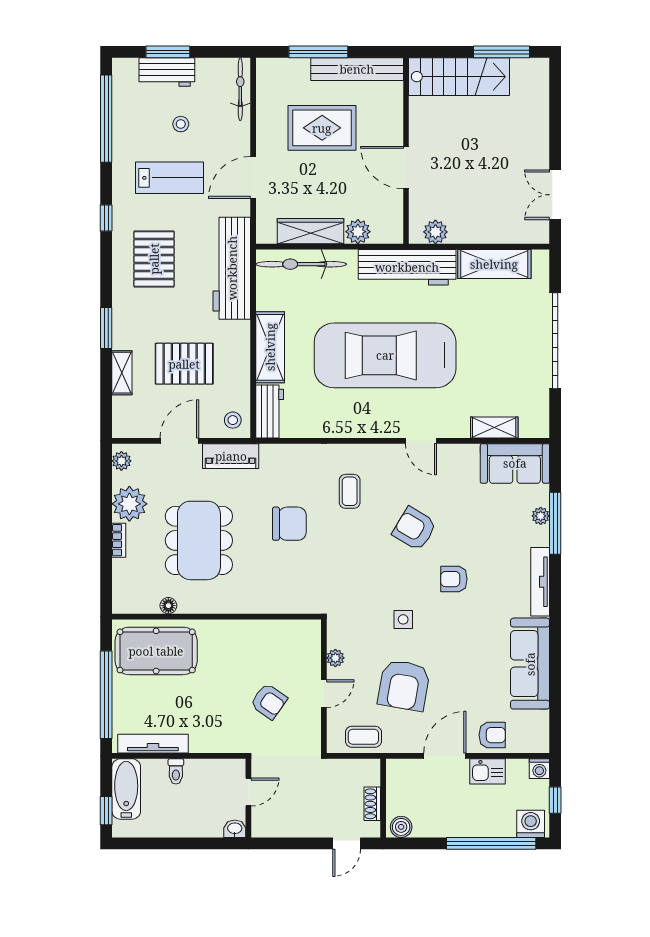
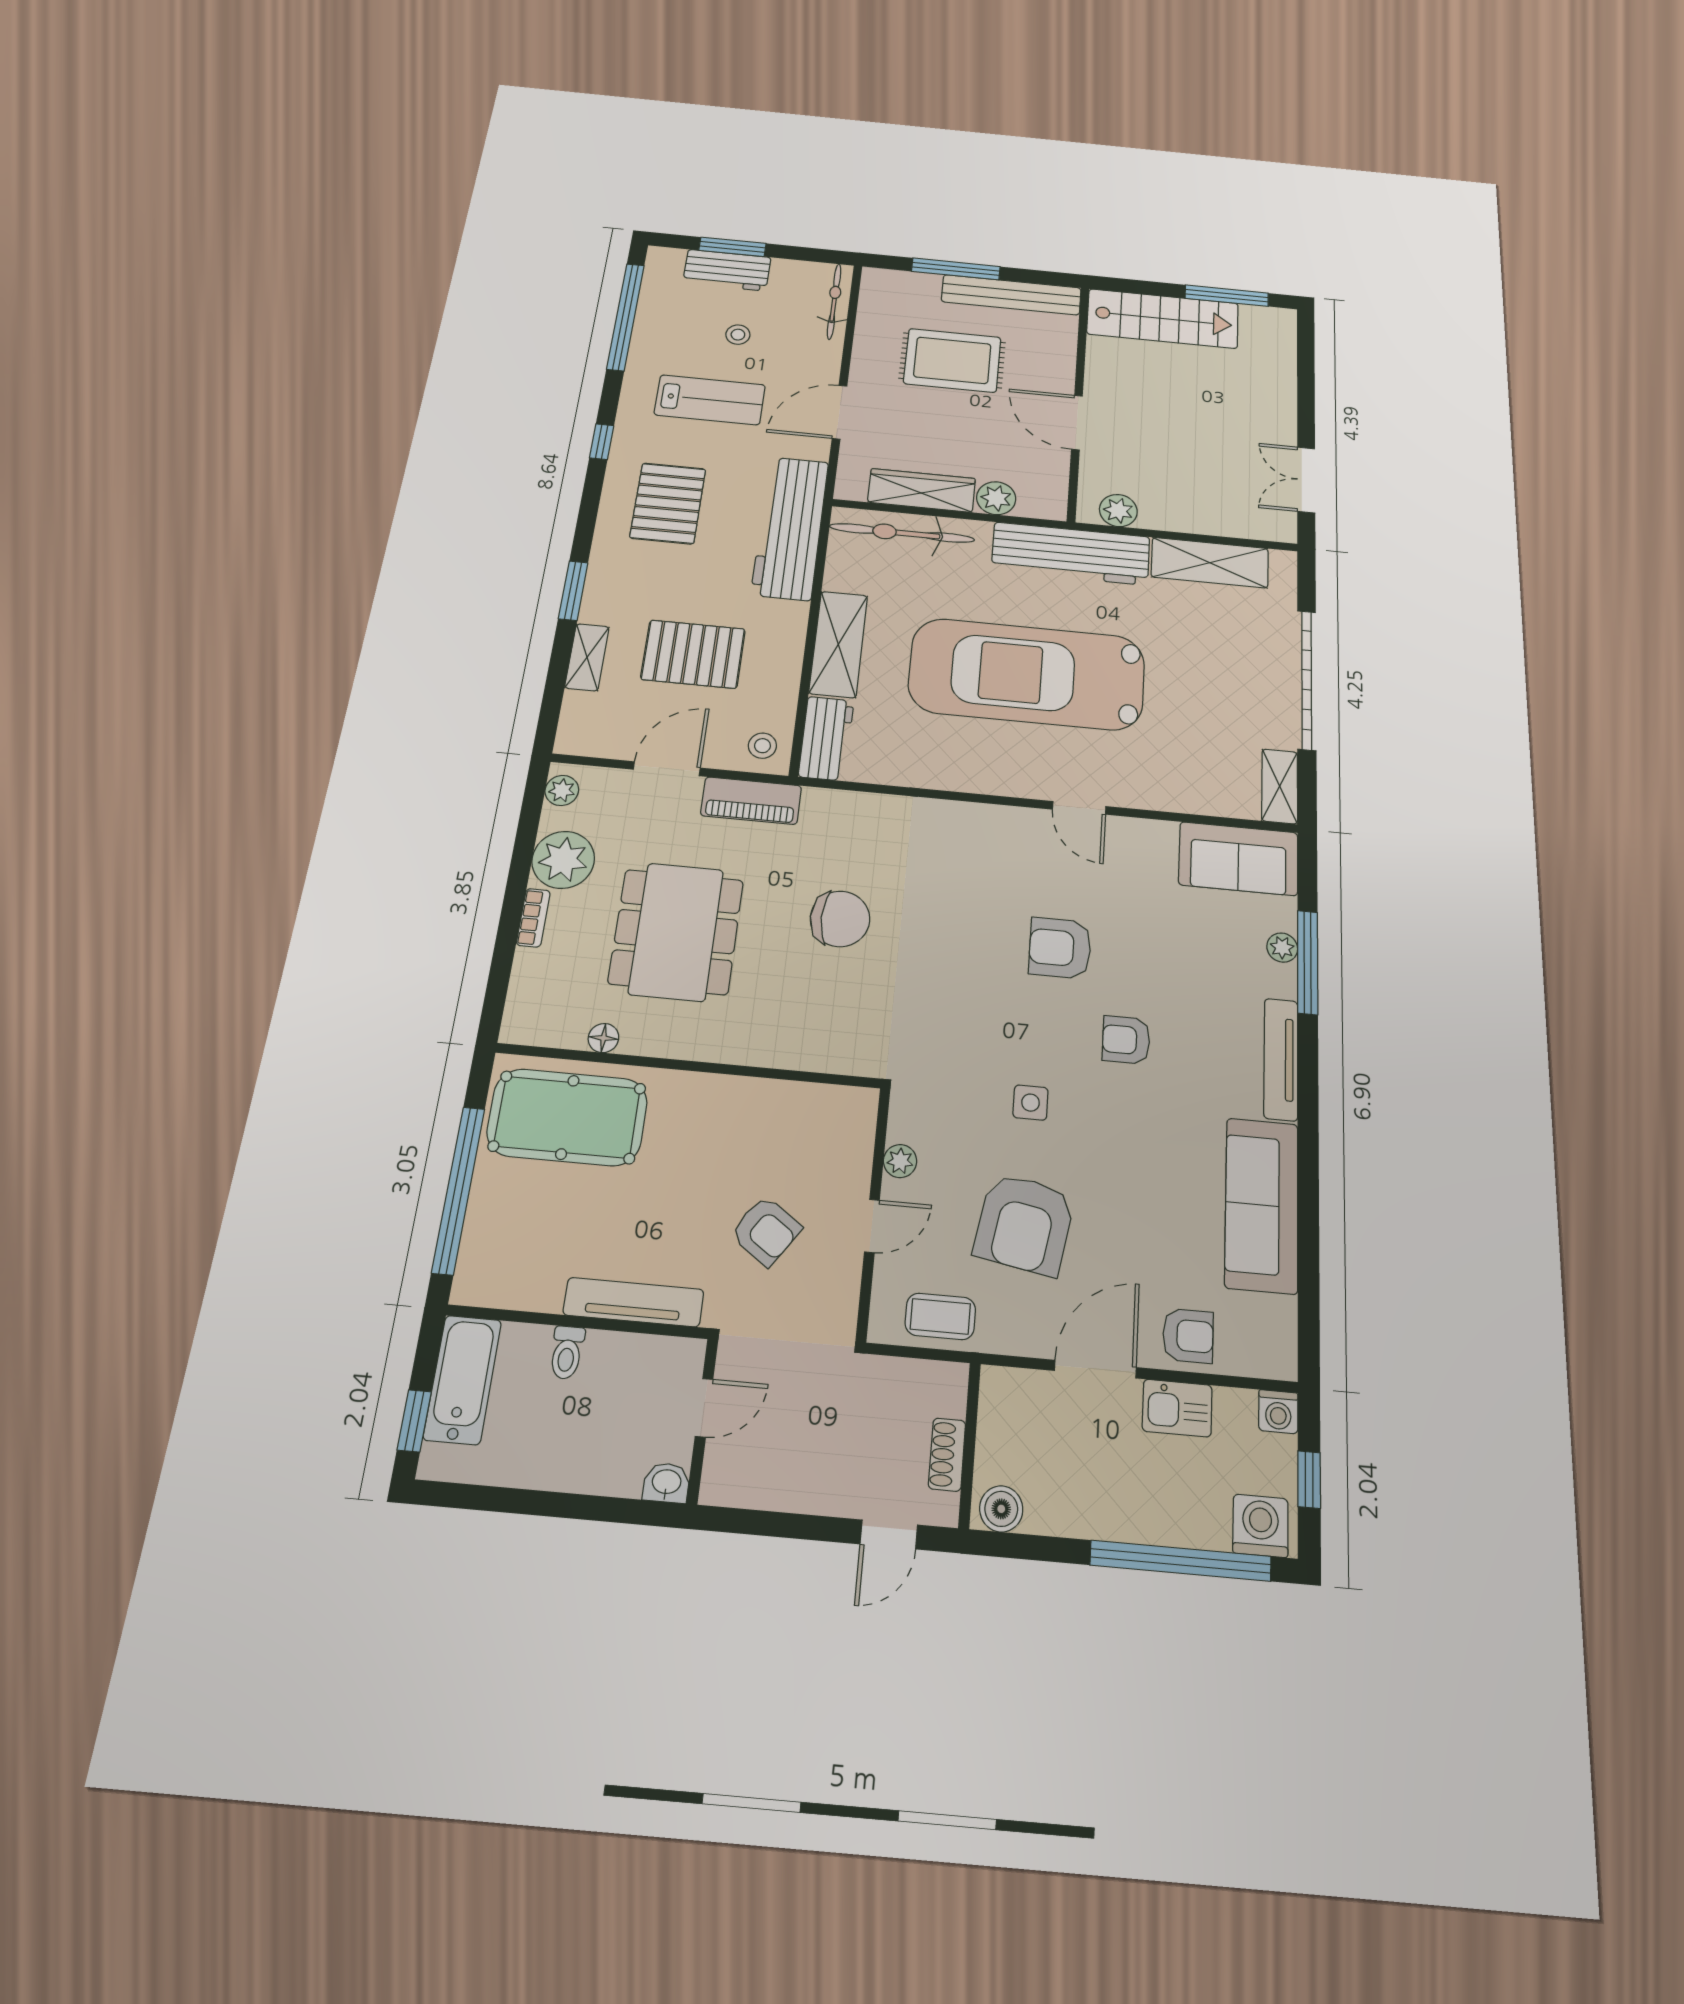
shelving: (494, 427) -> (1280, 786), moved, turned 90
coffee table: (350, 491) -> (951, 876), removed
armchair: (414, 529) -> (1060, 948), turned -31
tv unit: (153, 744) -> (634, 1302), moved

